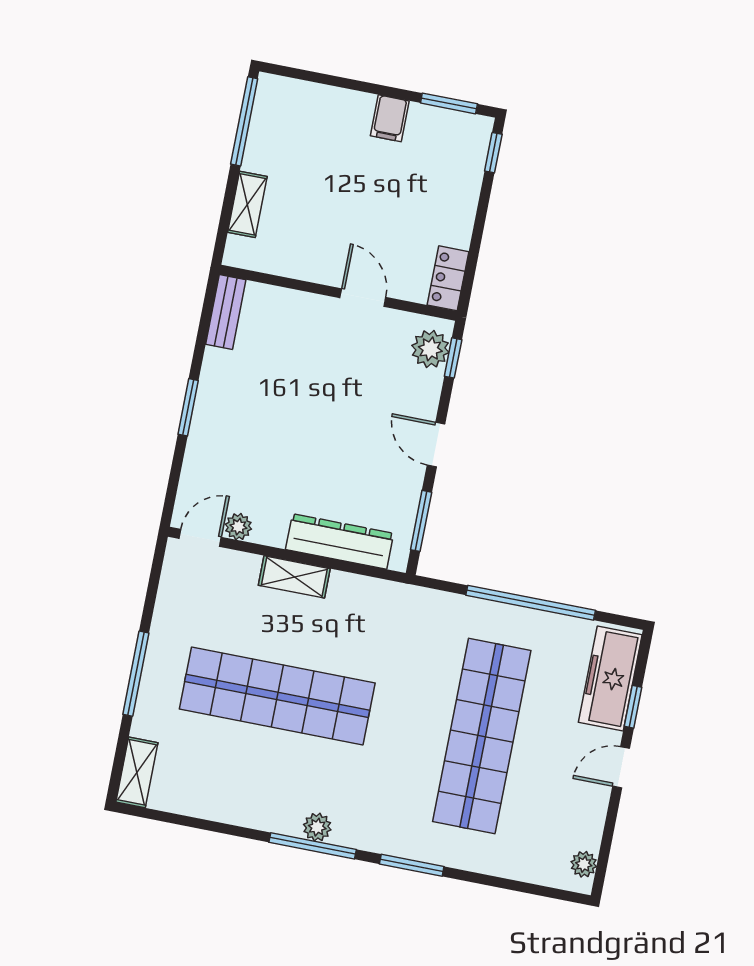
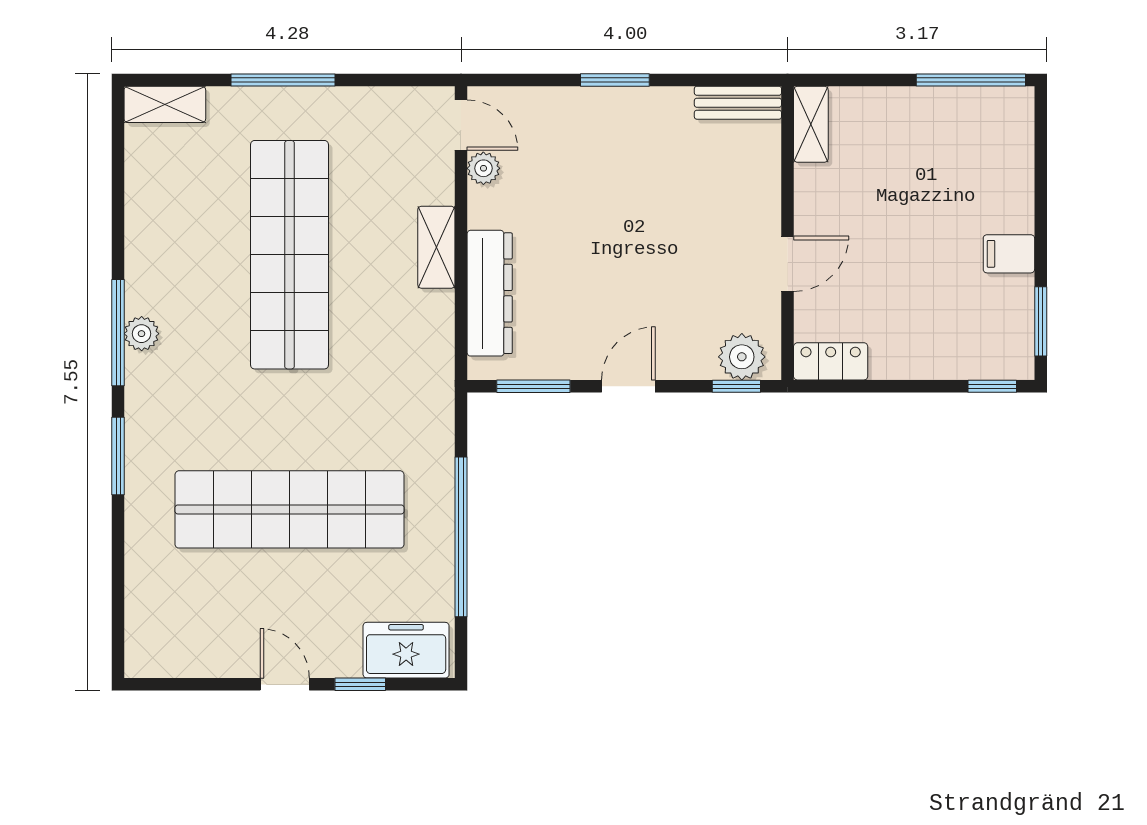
shelving: (247, 204) -> (811, 124), moved, turned 90
freezer: (610, 678) -> (406, 650), width x0.71
plant: (584, 864) -> (160, 662), removed

